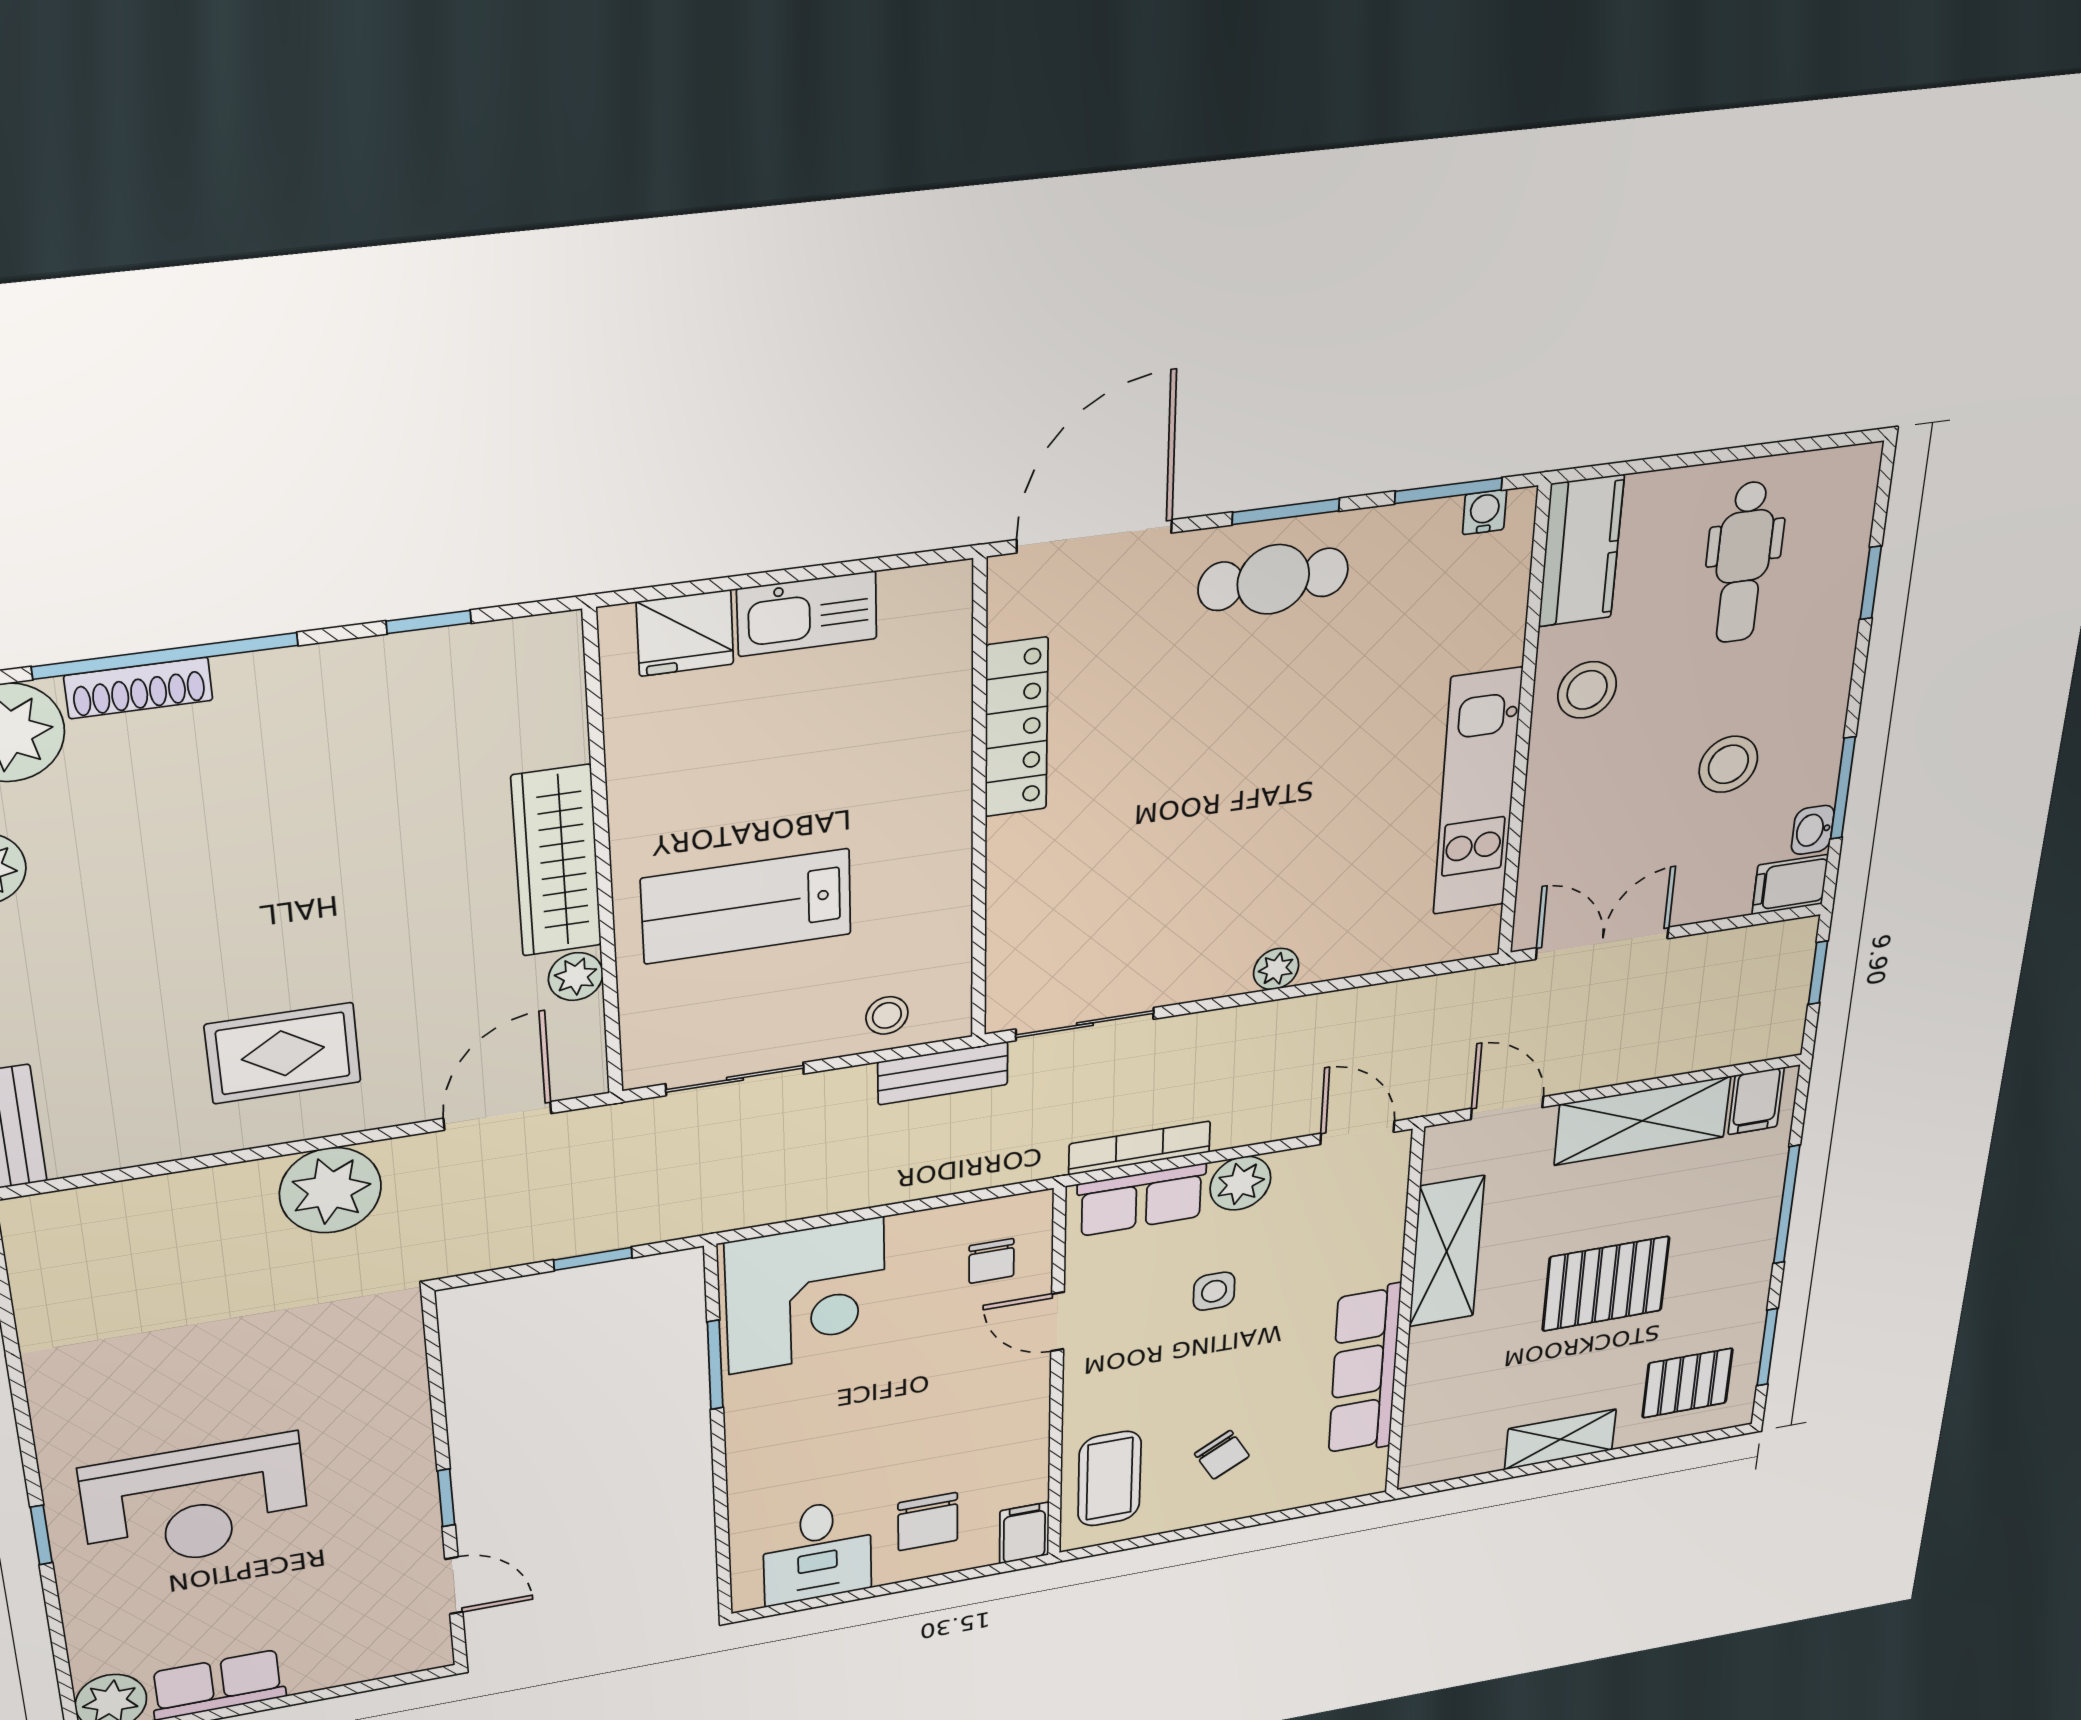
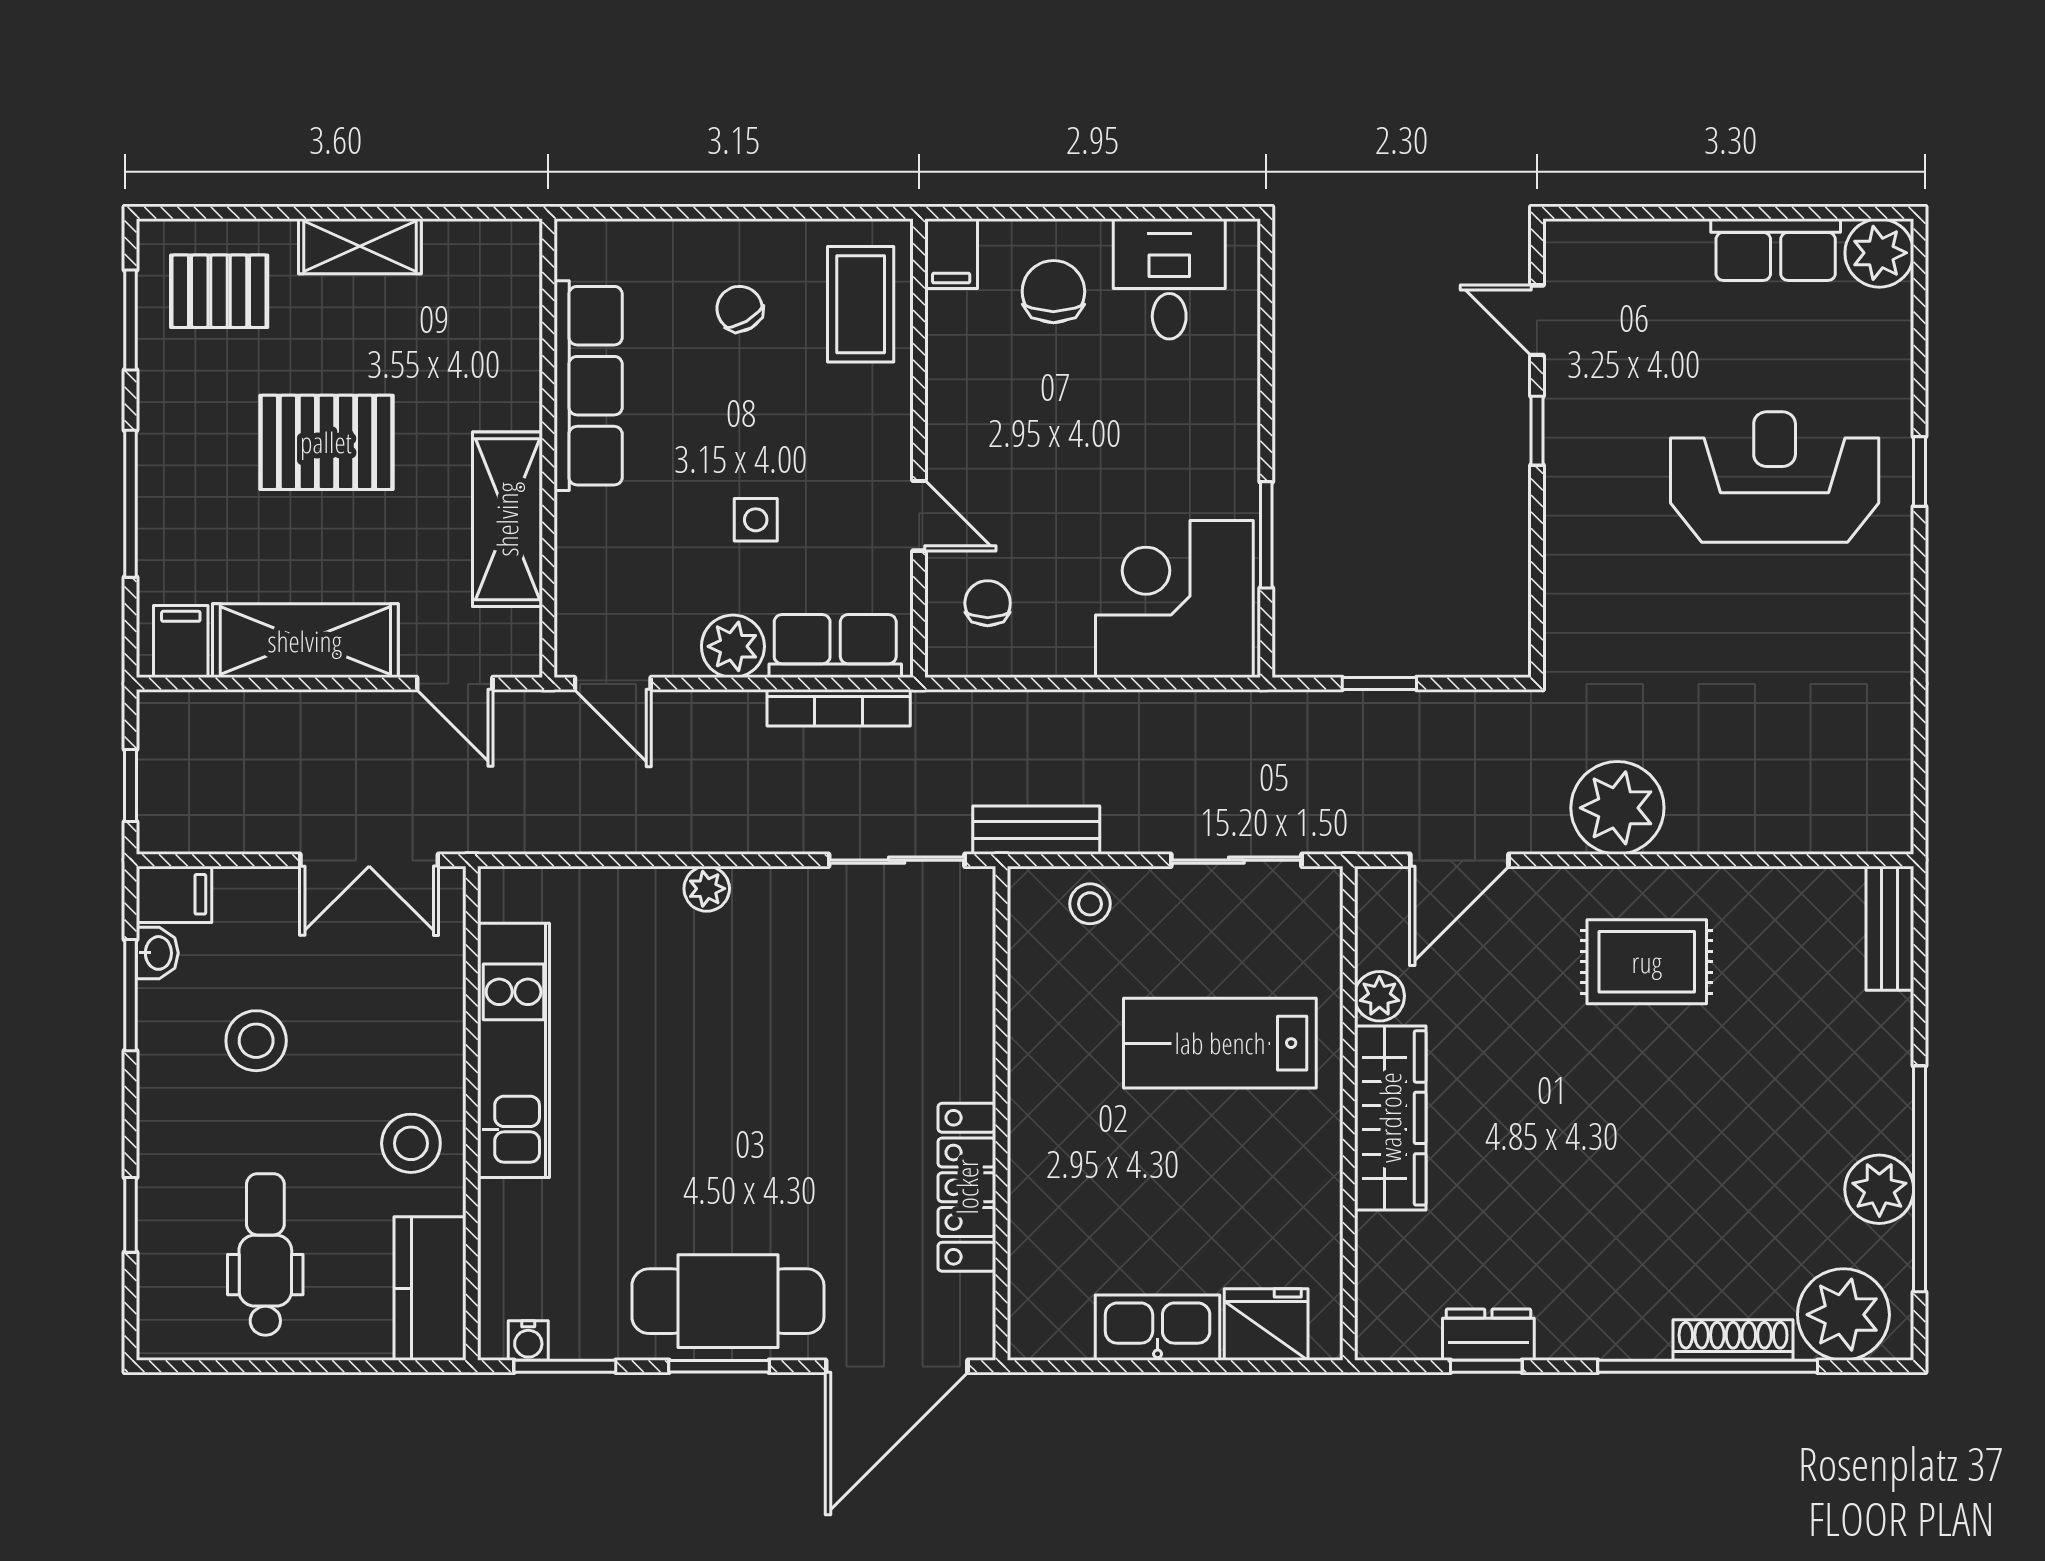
cafe table: (1273, 579) -> (728, 1301), width x1.37, depth x1.35
dresser: (429, 656) -> (1488, 1335), added
lab bench: (747, 906) -> (1220, 1043), turned 180

